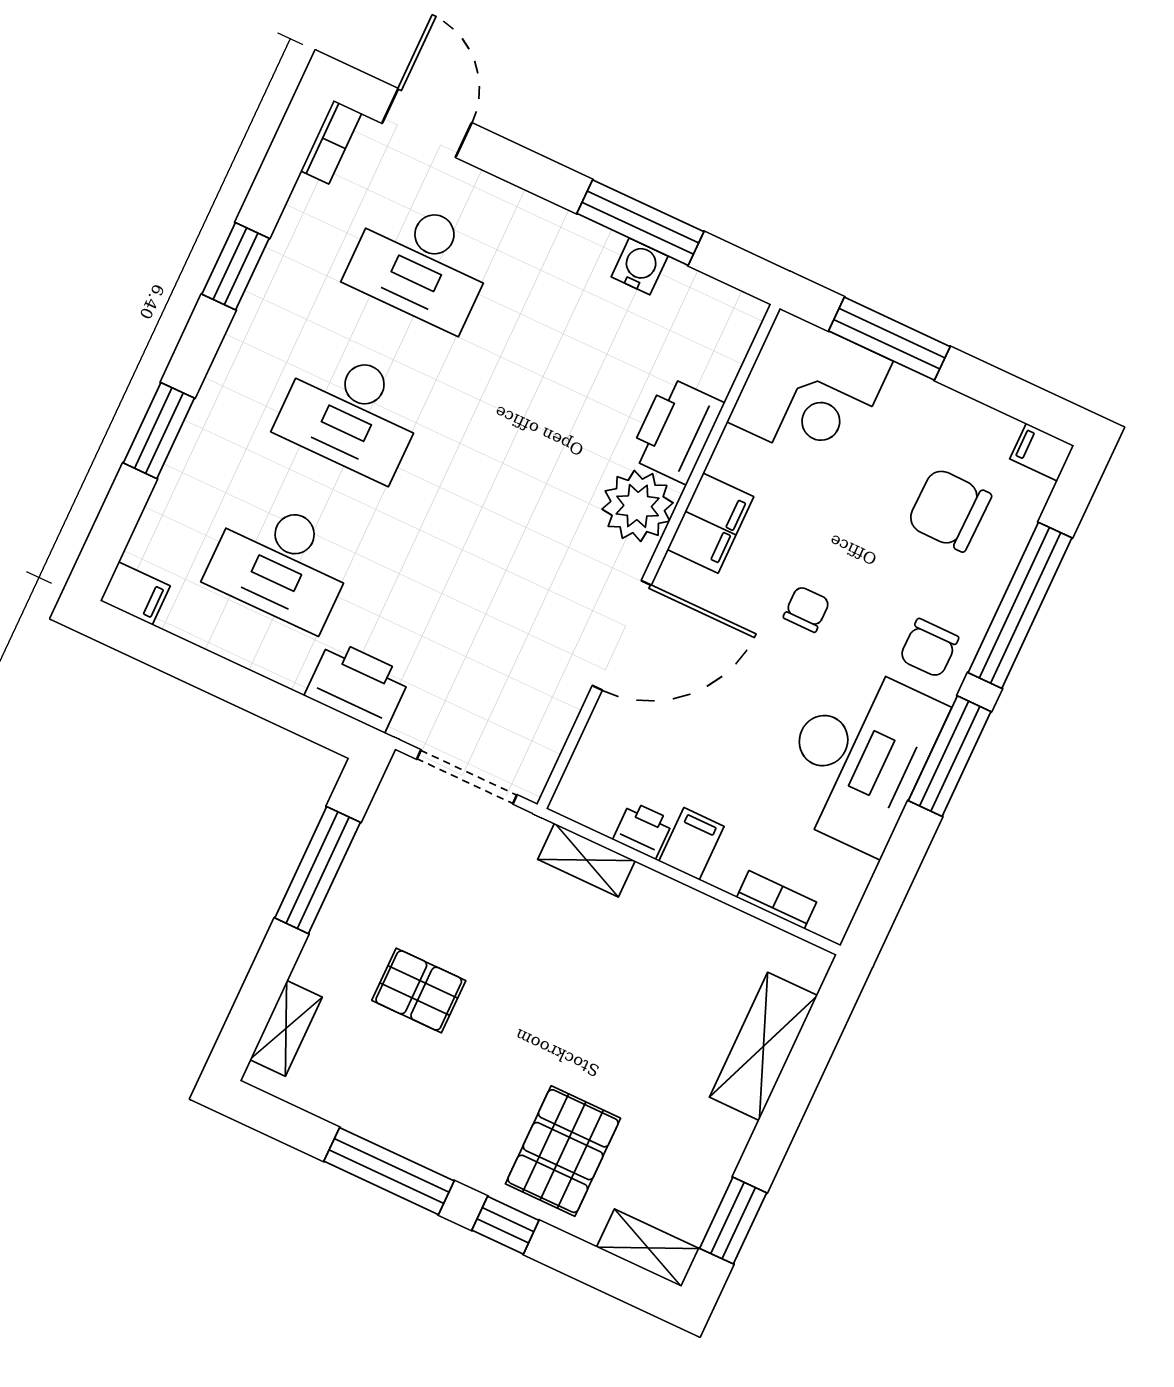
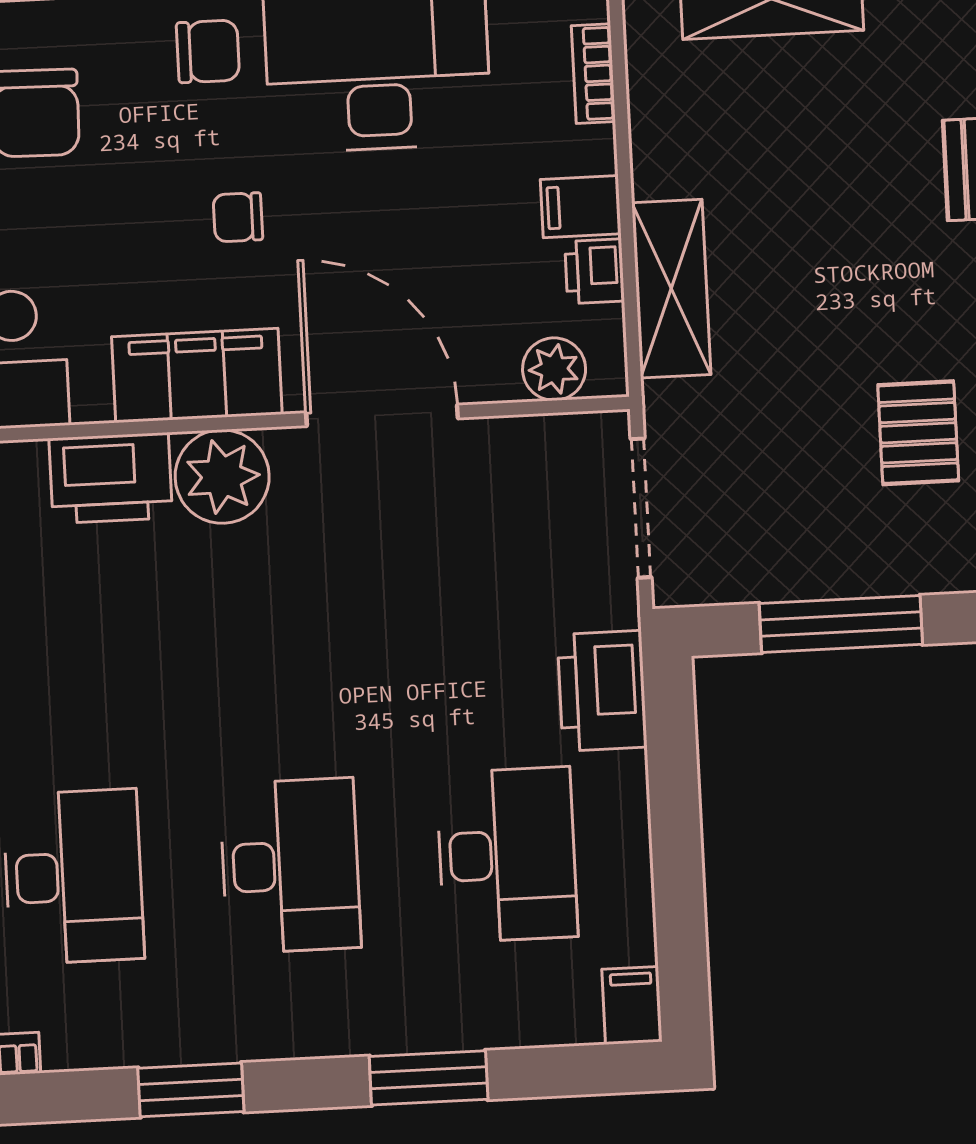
filing cabinet: (710, 523) -> (197, 375), width x1.50, depth x1.17
plant: (592, 768) -> (554, 369), added
shelving: (587, 860) -> (671, 289), width x1.50, depth x1.33

